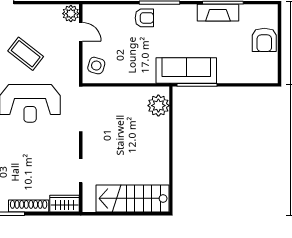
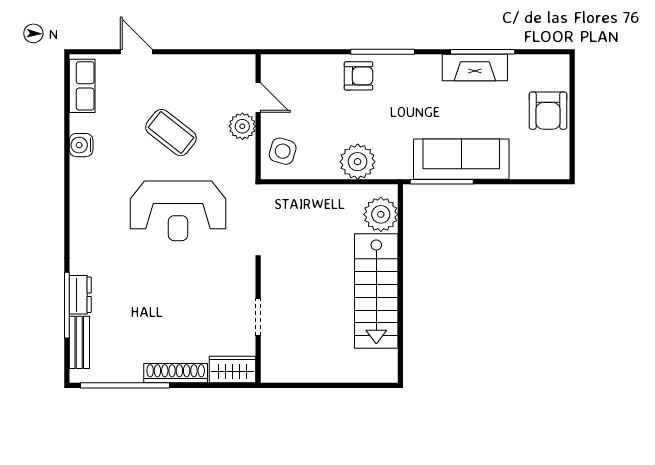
plant: (71, 14) -> (242, 126), moved
sofa: (186, 71) -> (461, 159), moved
plant: (144, 72) -> (358, 162), added
stairs: (133, 198) -> (376, 291), moved, turned -90

